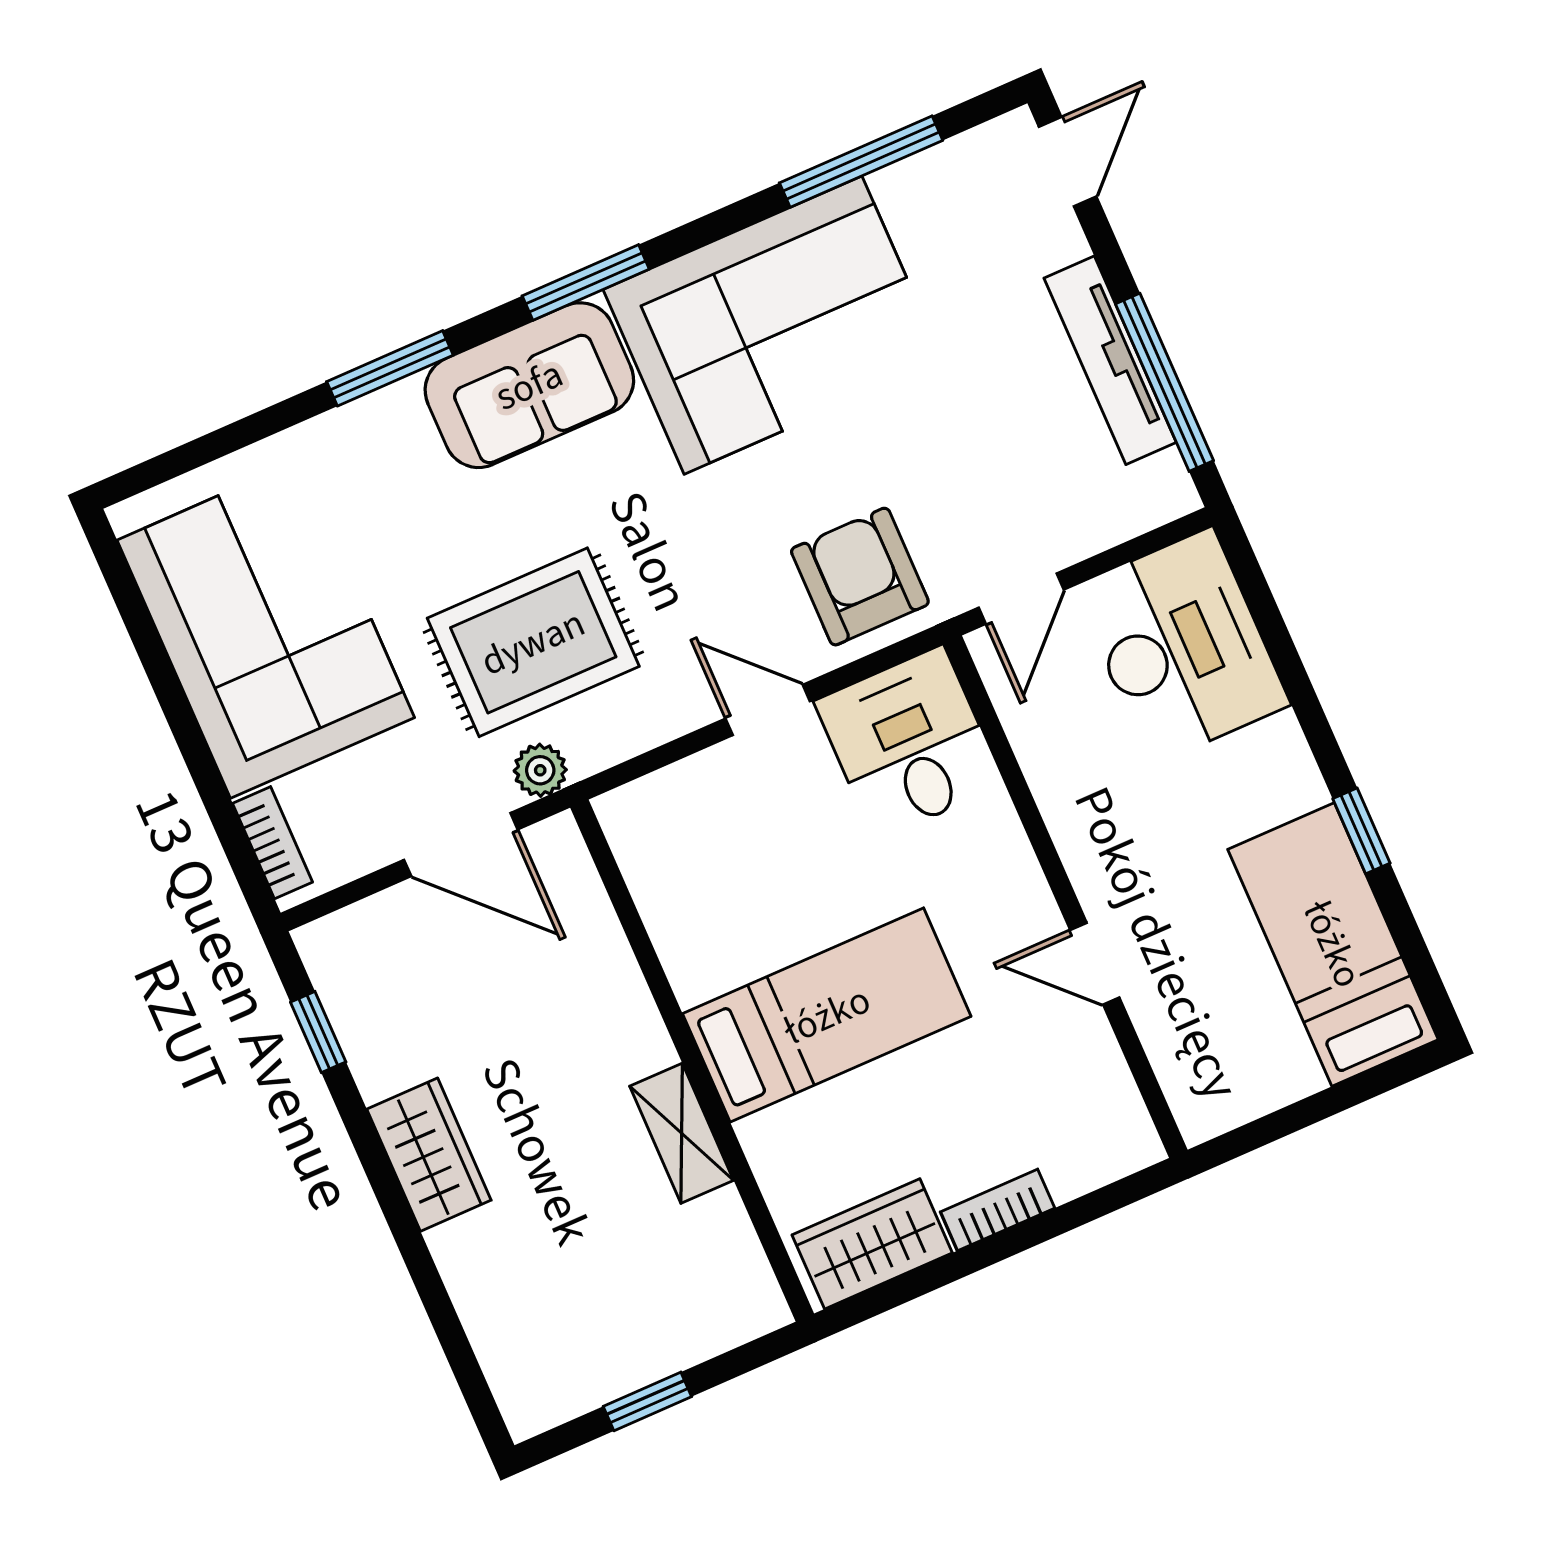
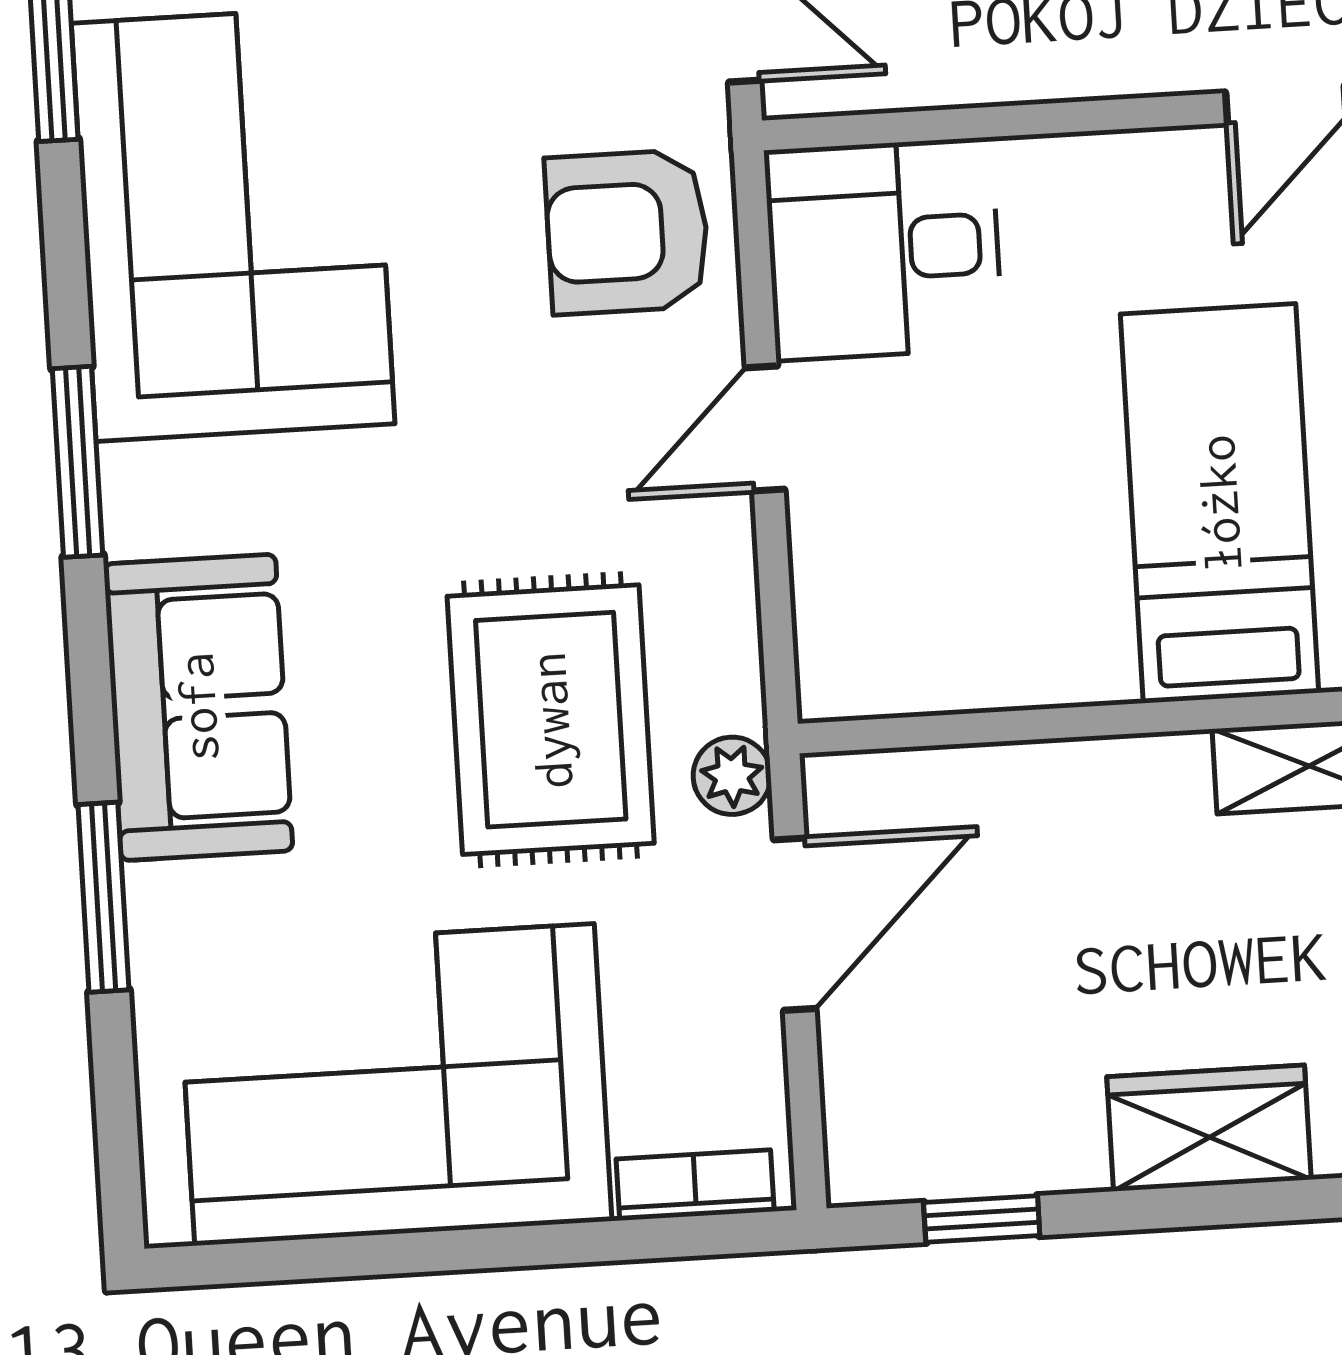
window: (390, 368) -> (103, 897), moved
sofa: (529, 385) -> (198, 707), moved

